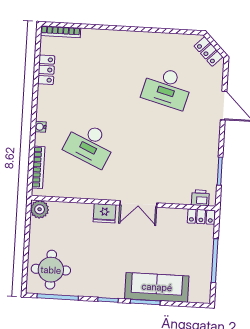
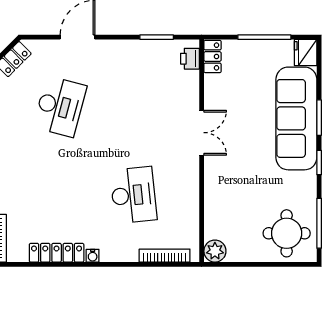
locker: (46, 70) -> (57, 253), width x1.53
water cooler: (40, 127) -> (93, 256), moved
desk: (90, 144) -> (133, 195), turned -30
fridge: (105, 213) -> (306, 52), moved, turned 180
sofa: (157, 287) -> (296, 118), width x1.36, depth x1.27

